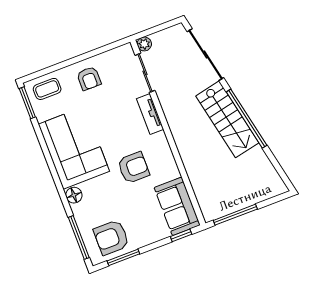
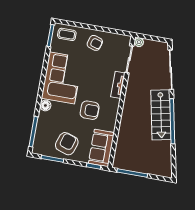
armchair: (89, 78) -> (95, 43), turned -73
armchair: (111, 237) -> (67, 144), moved, turned 108

